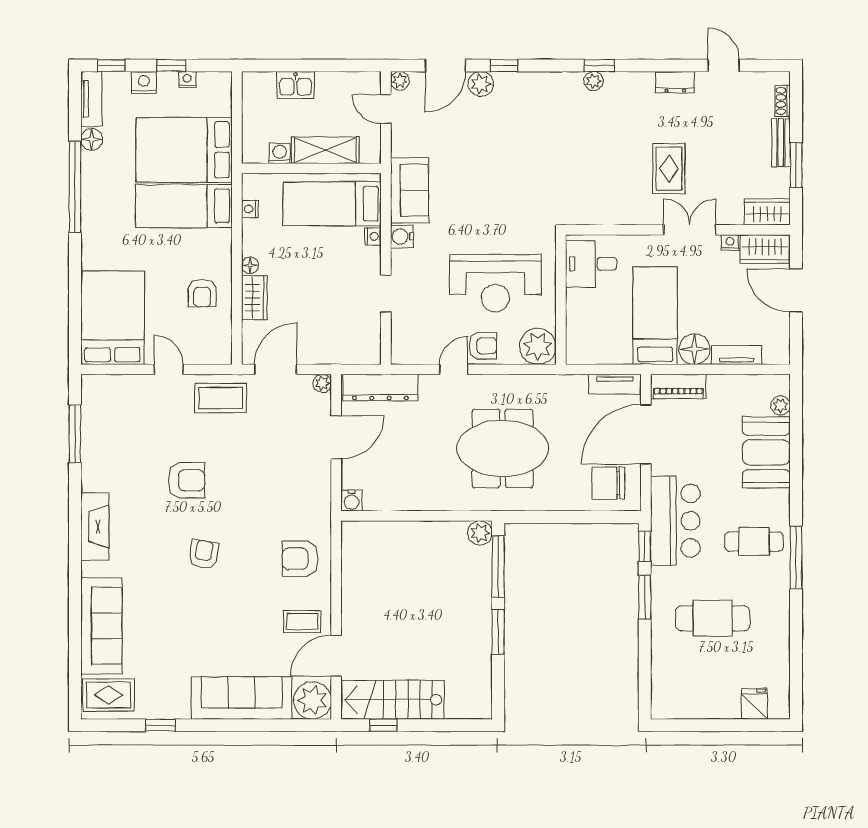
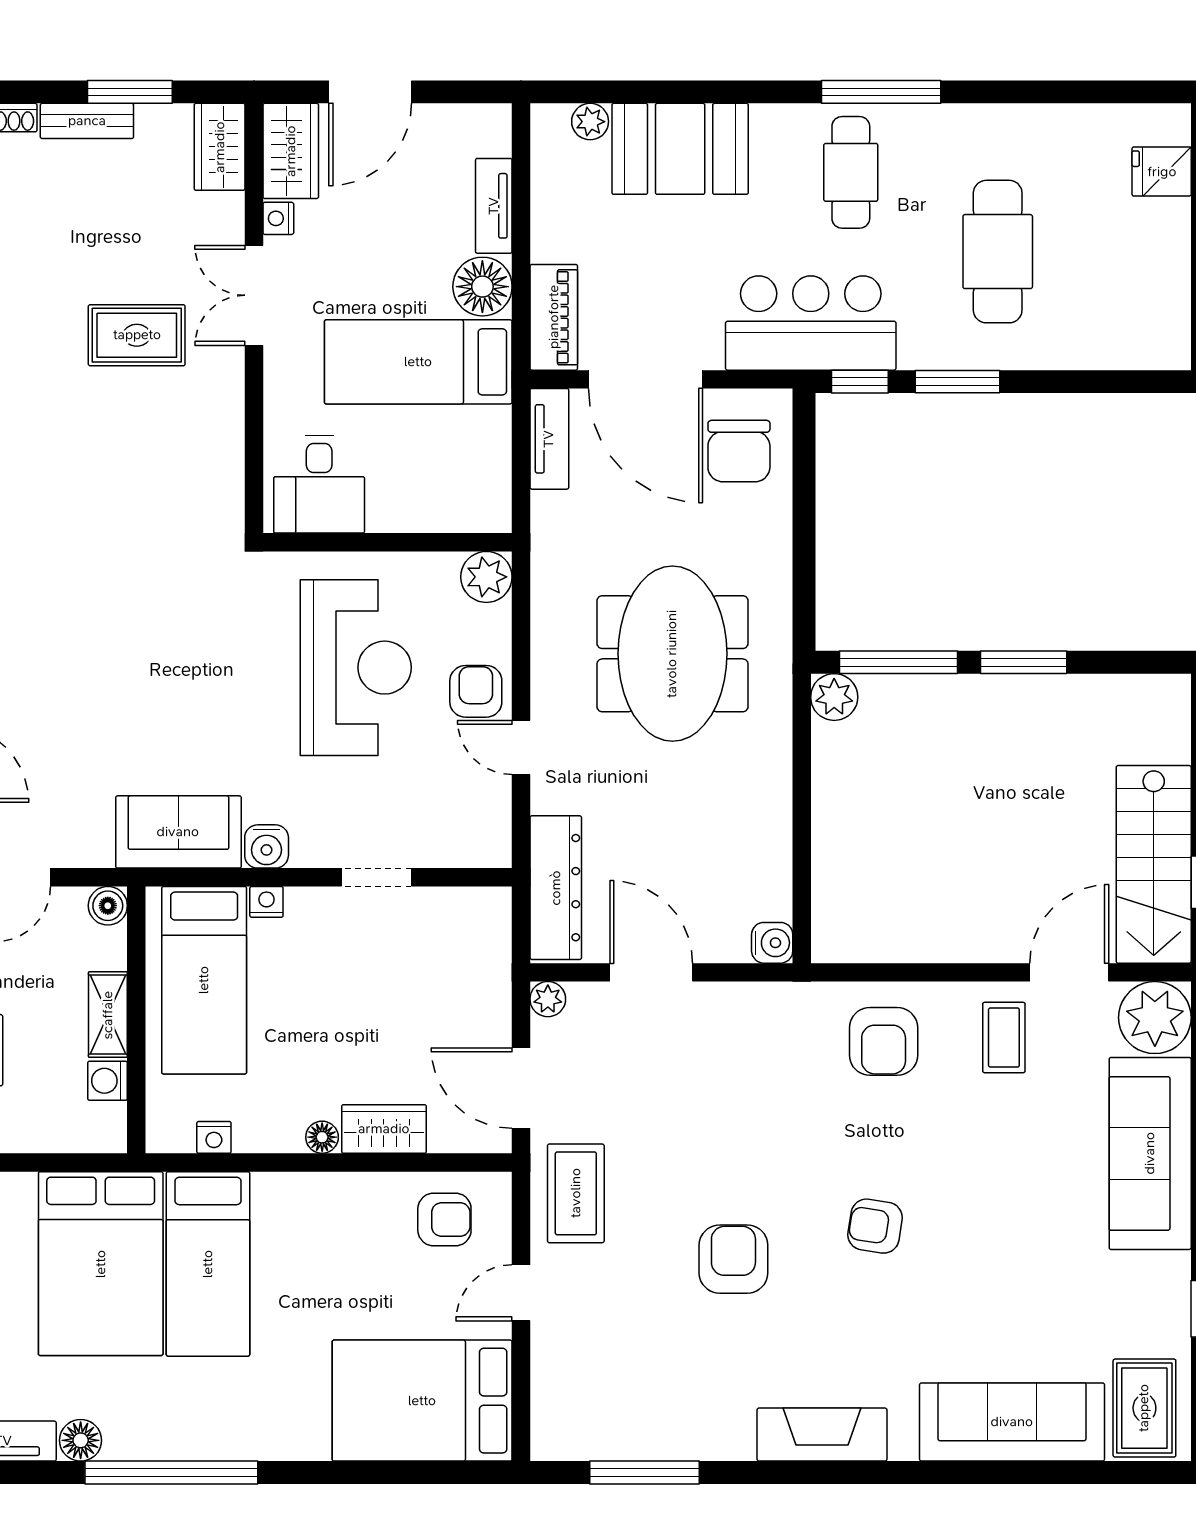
shelving: (325, 150) -> (108, 1015), width x0.67, depth x0.75
boiler: (371, 154) -> (108, 906), added
armchair: (202, 293) -> (444, 1219), moved
plant: (538, 346) -> (486, 577), width x0.73, depth x0.73
door: (336, 656) -> (1069, 972), swing flipped

